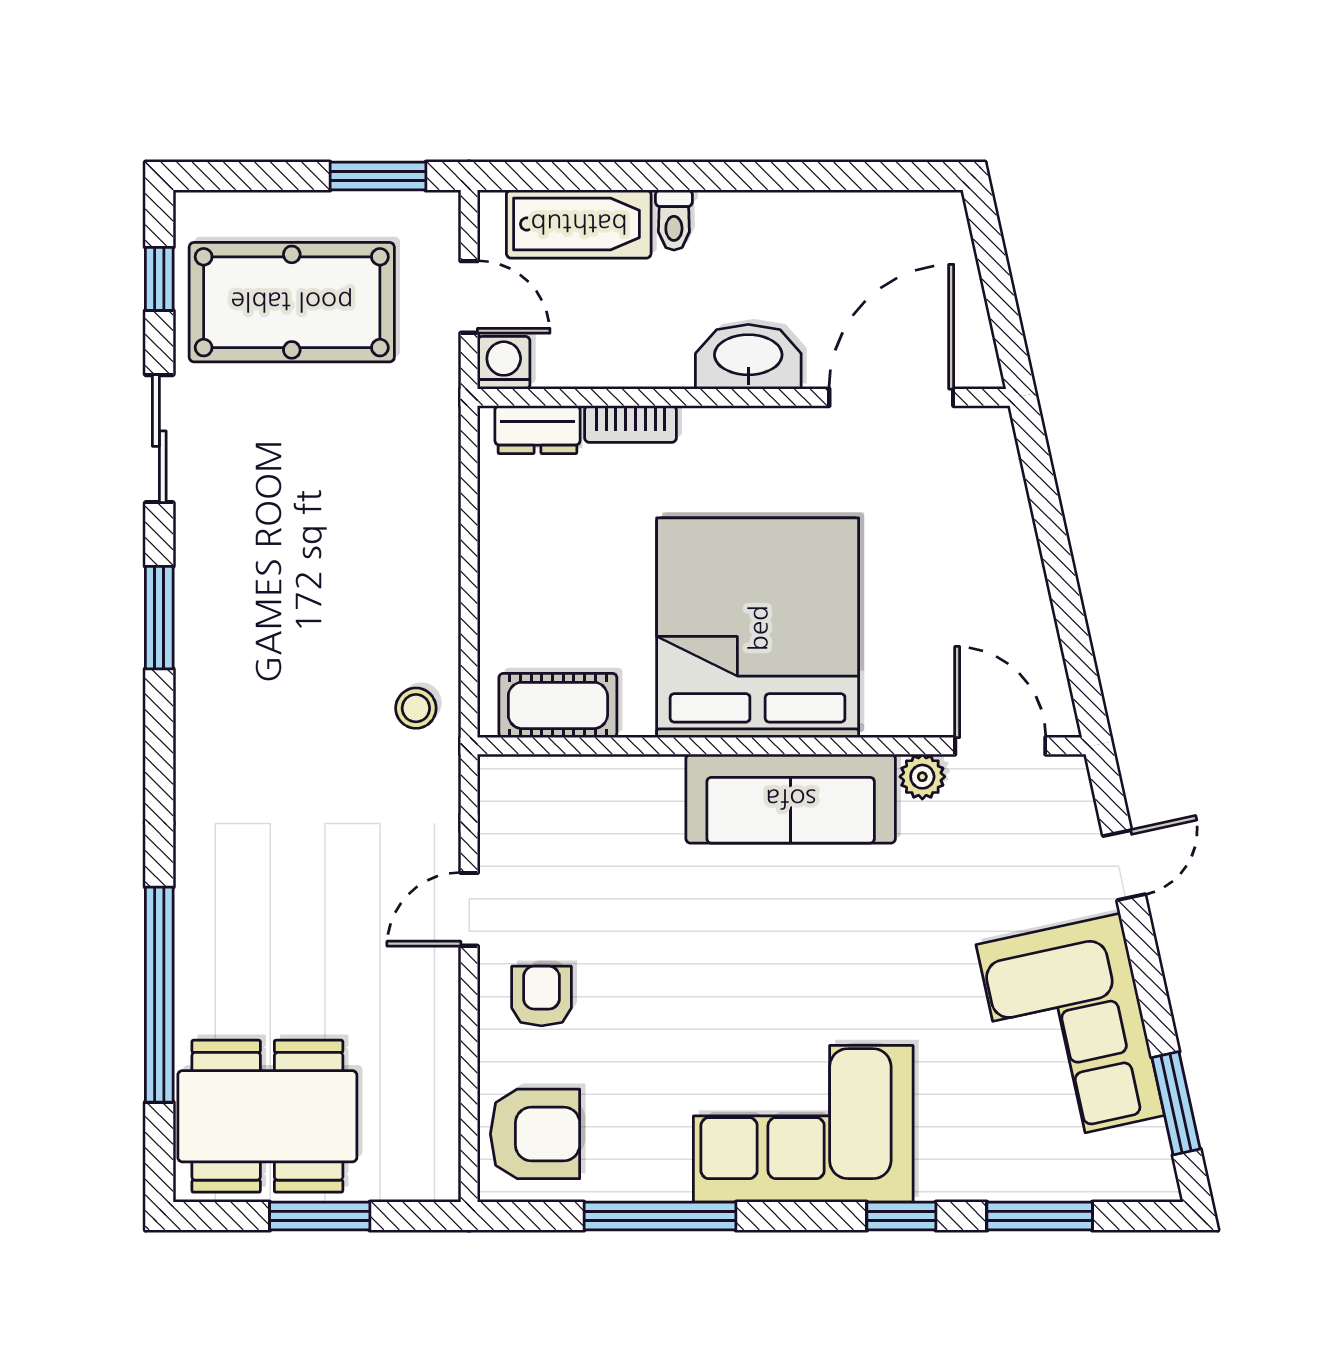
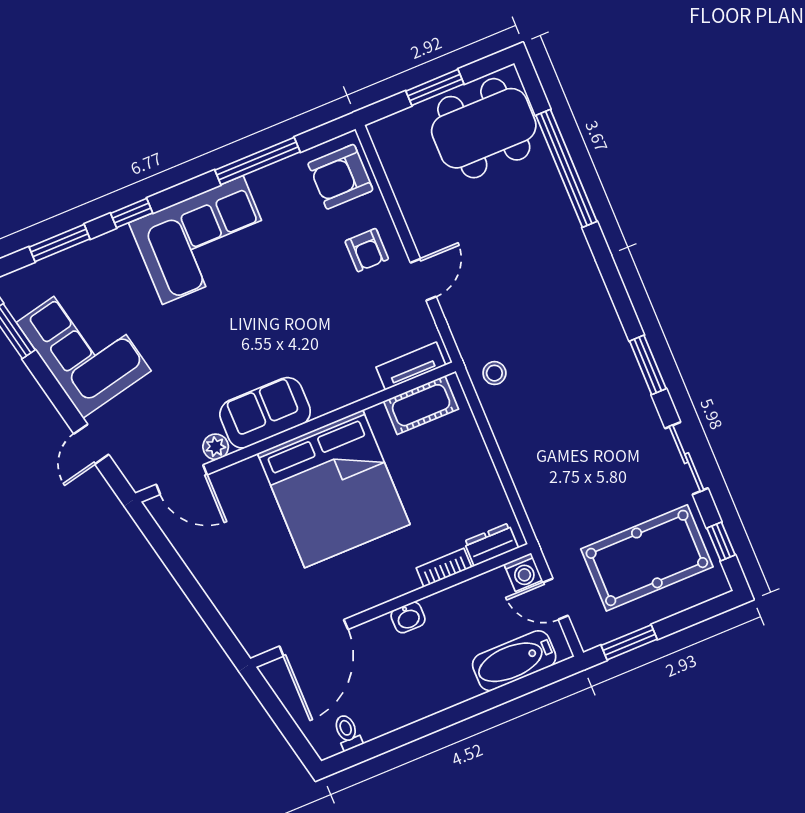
toilet: (674, 220) -> (347, 732), moved
washbasin: (748, 357) -> (408, 617), width x0.52, depth x0.69
tv unit: (548, 776) -> (411, 366), added
sofa: (791, 799) -> (265, 413), width x0.73

